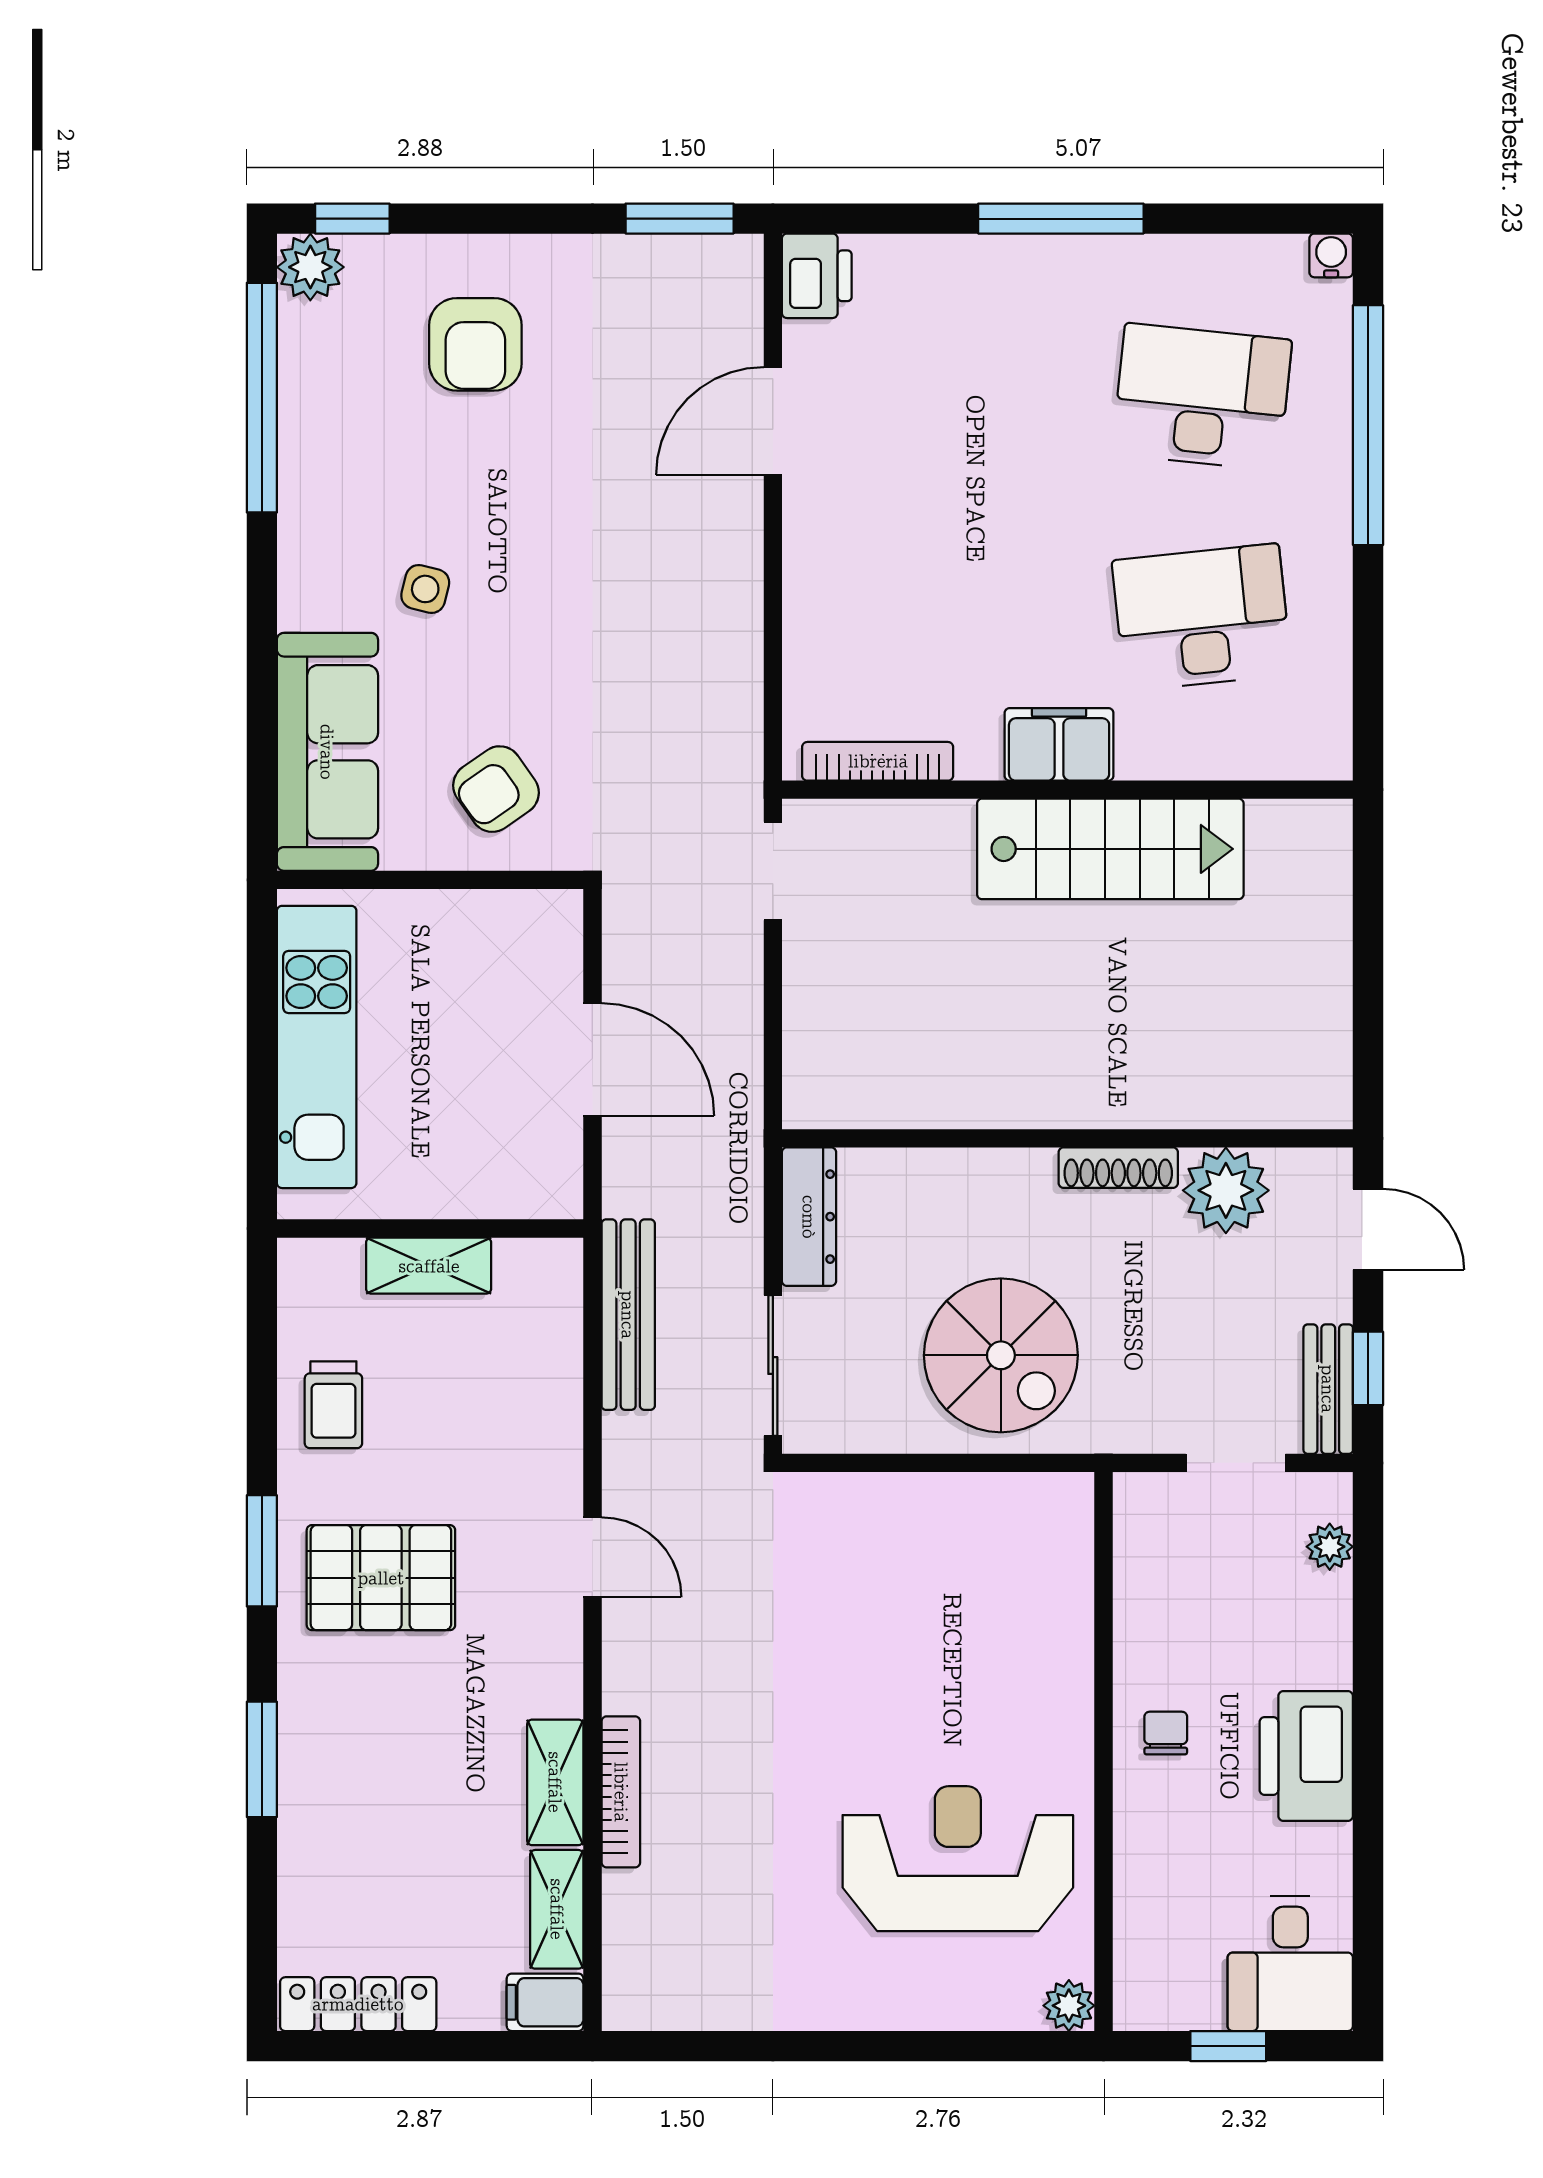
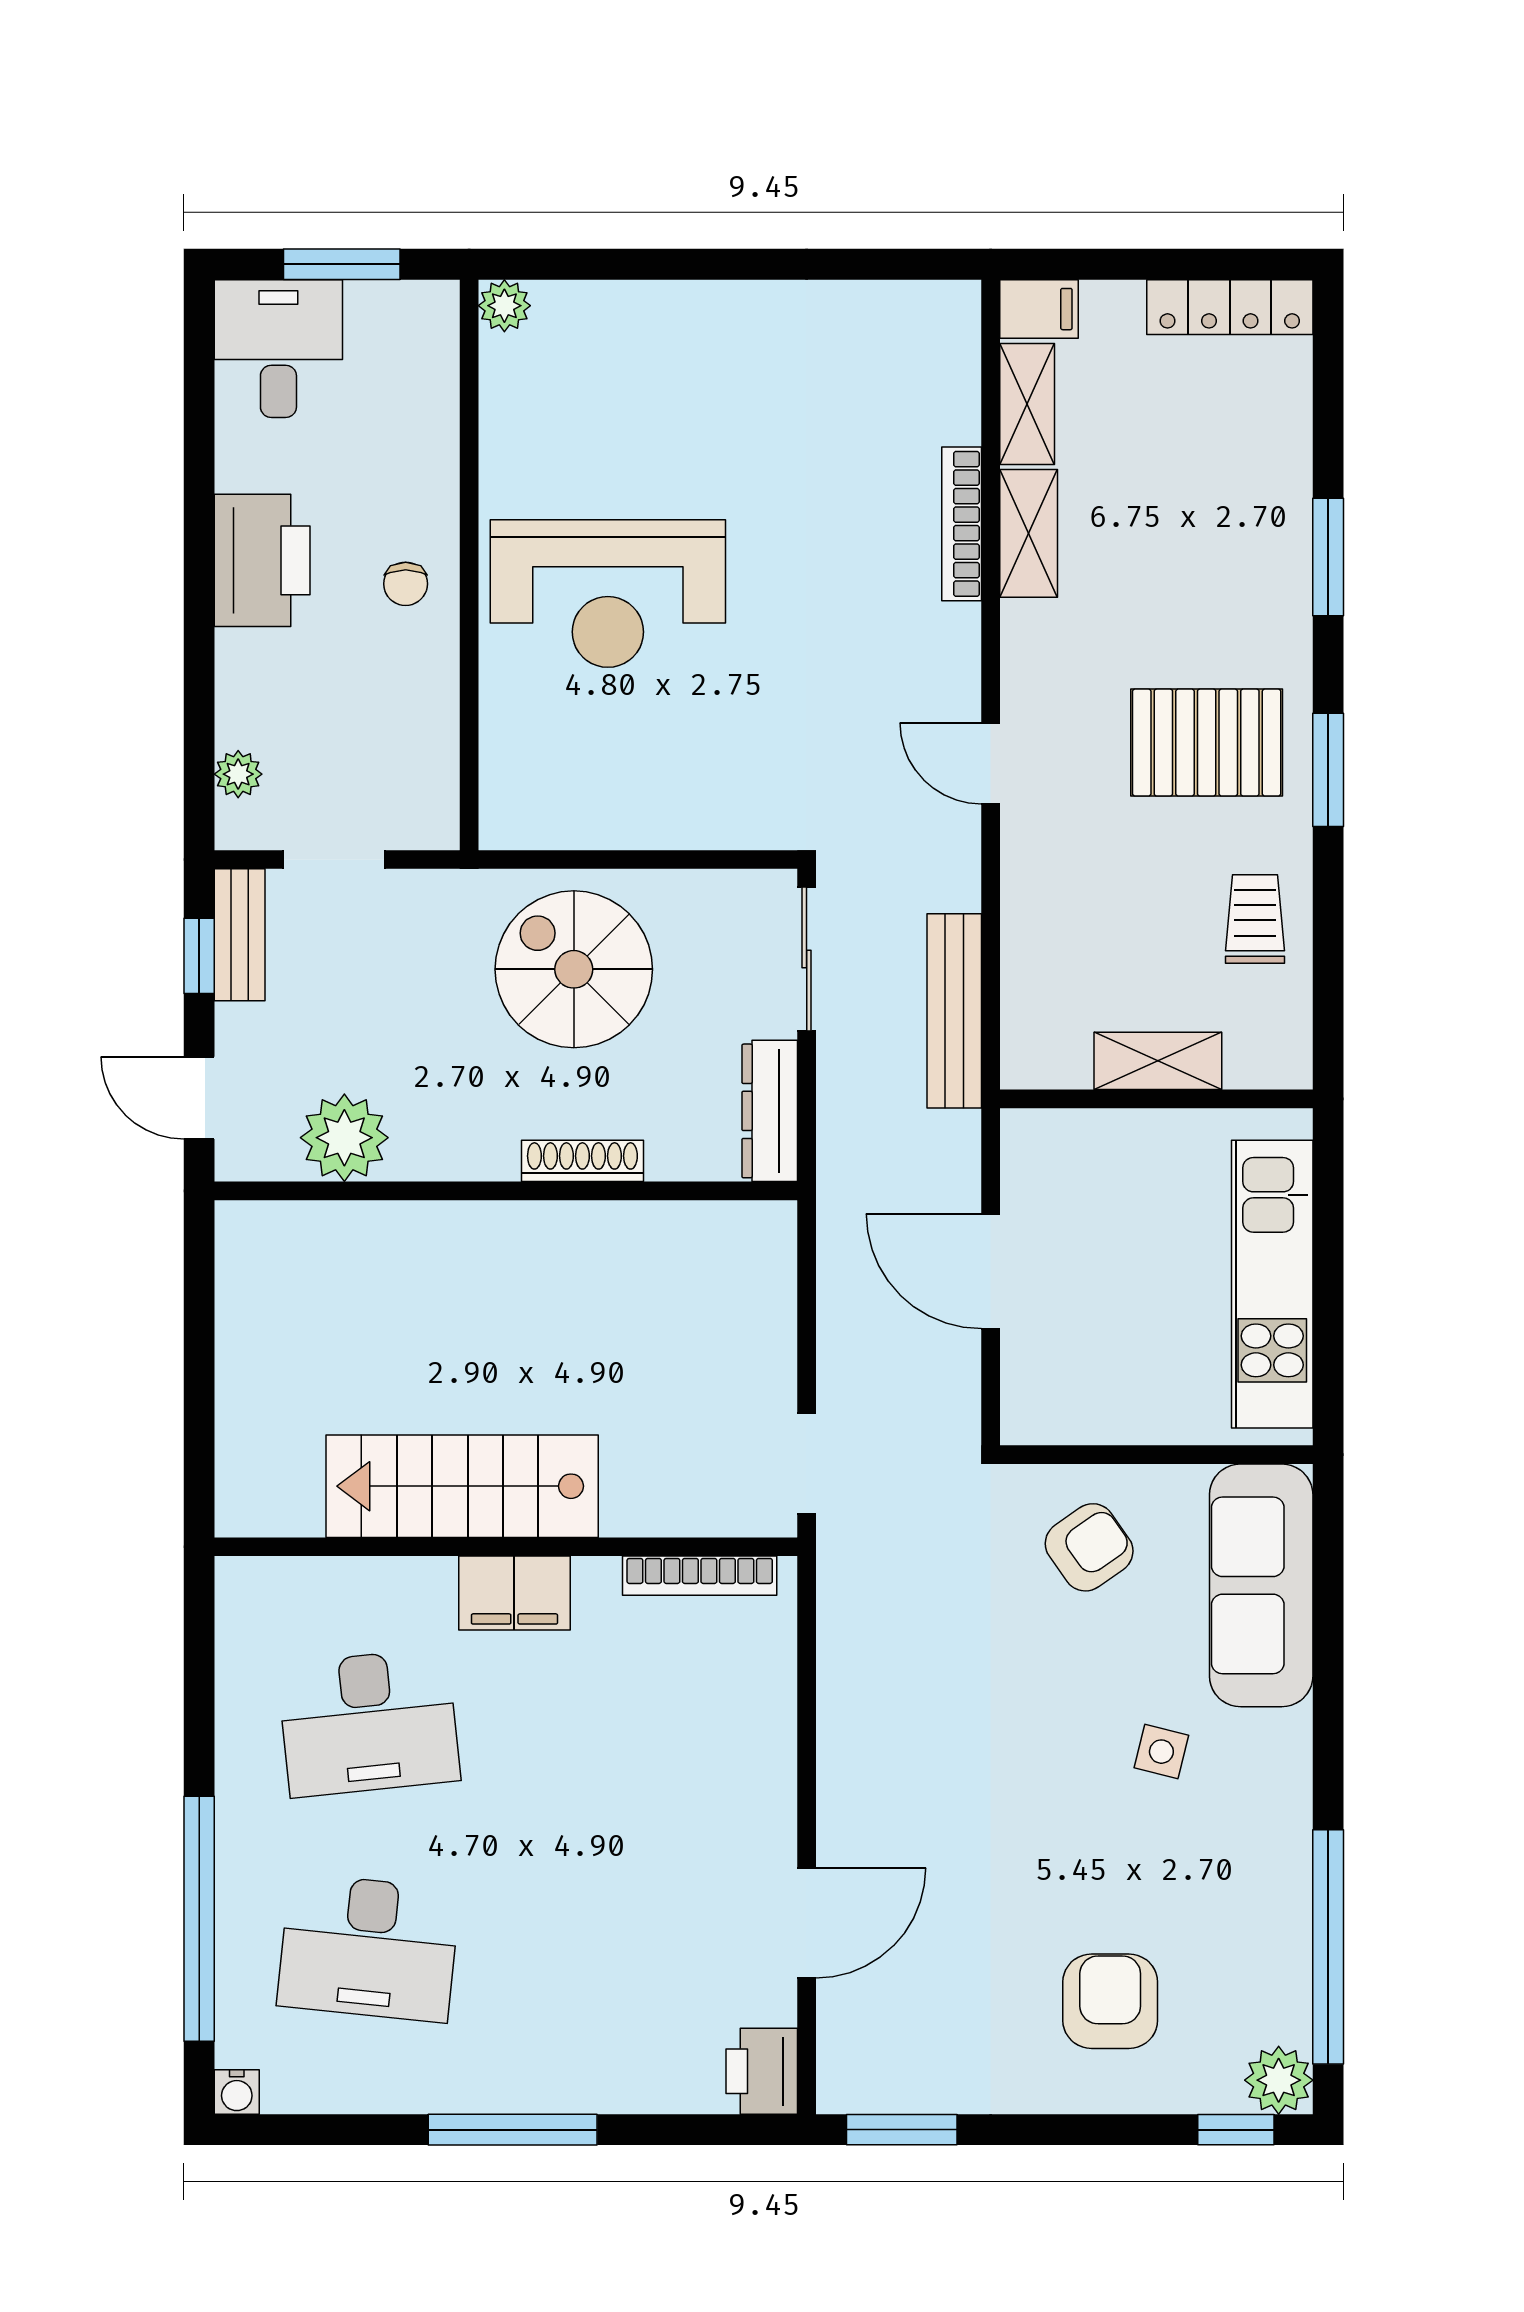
shoe rack: (1118, 1168) -> (582, 1161), moved
reception desk: (958, 1859) -> (608, 594), moved
window: (1228, 2046) -> (342, 264), width x1.50

